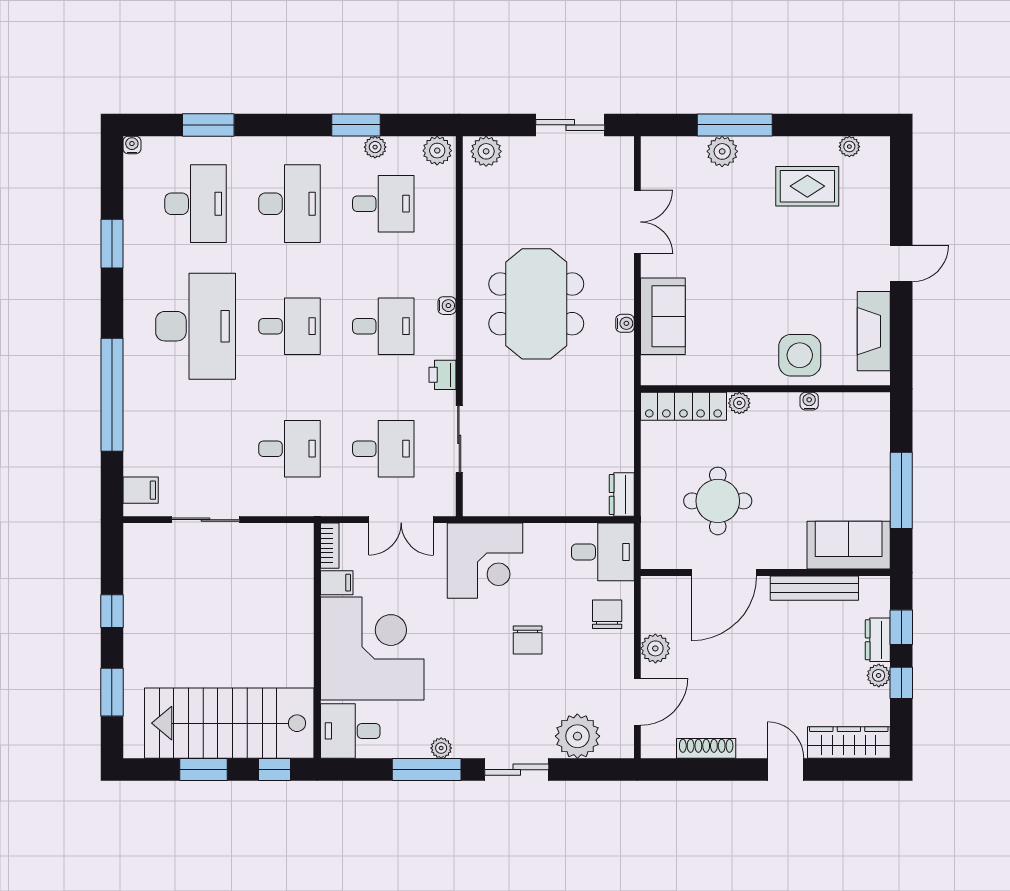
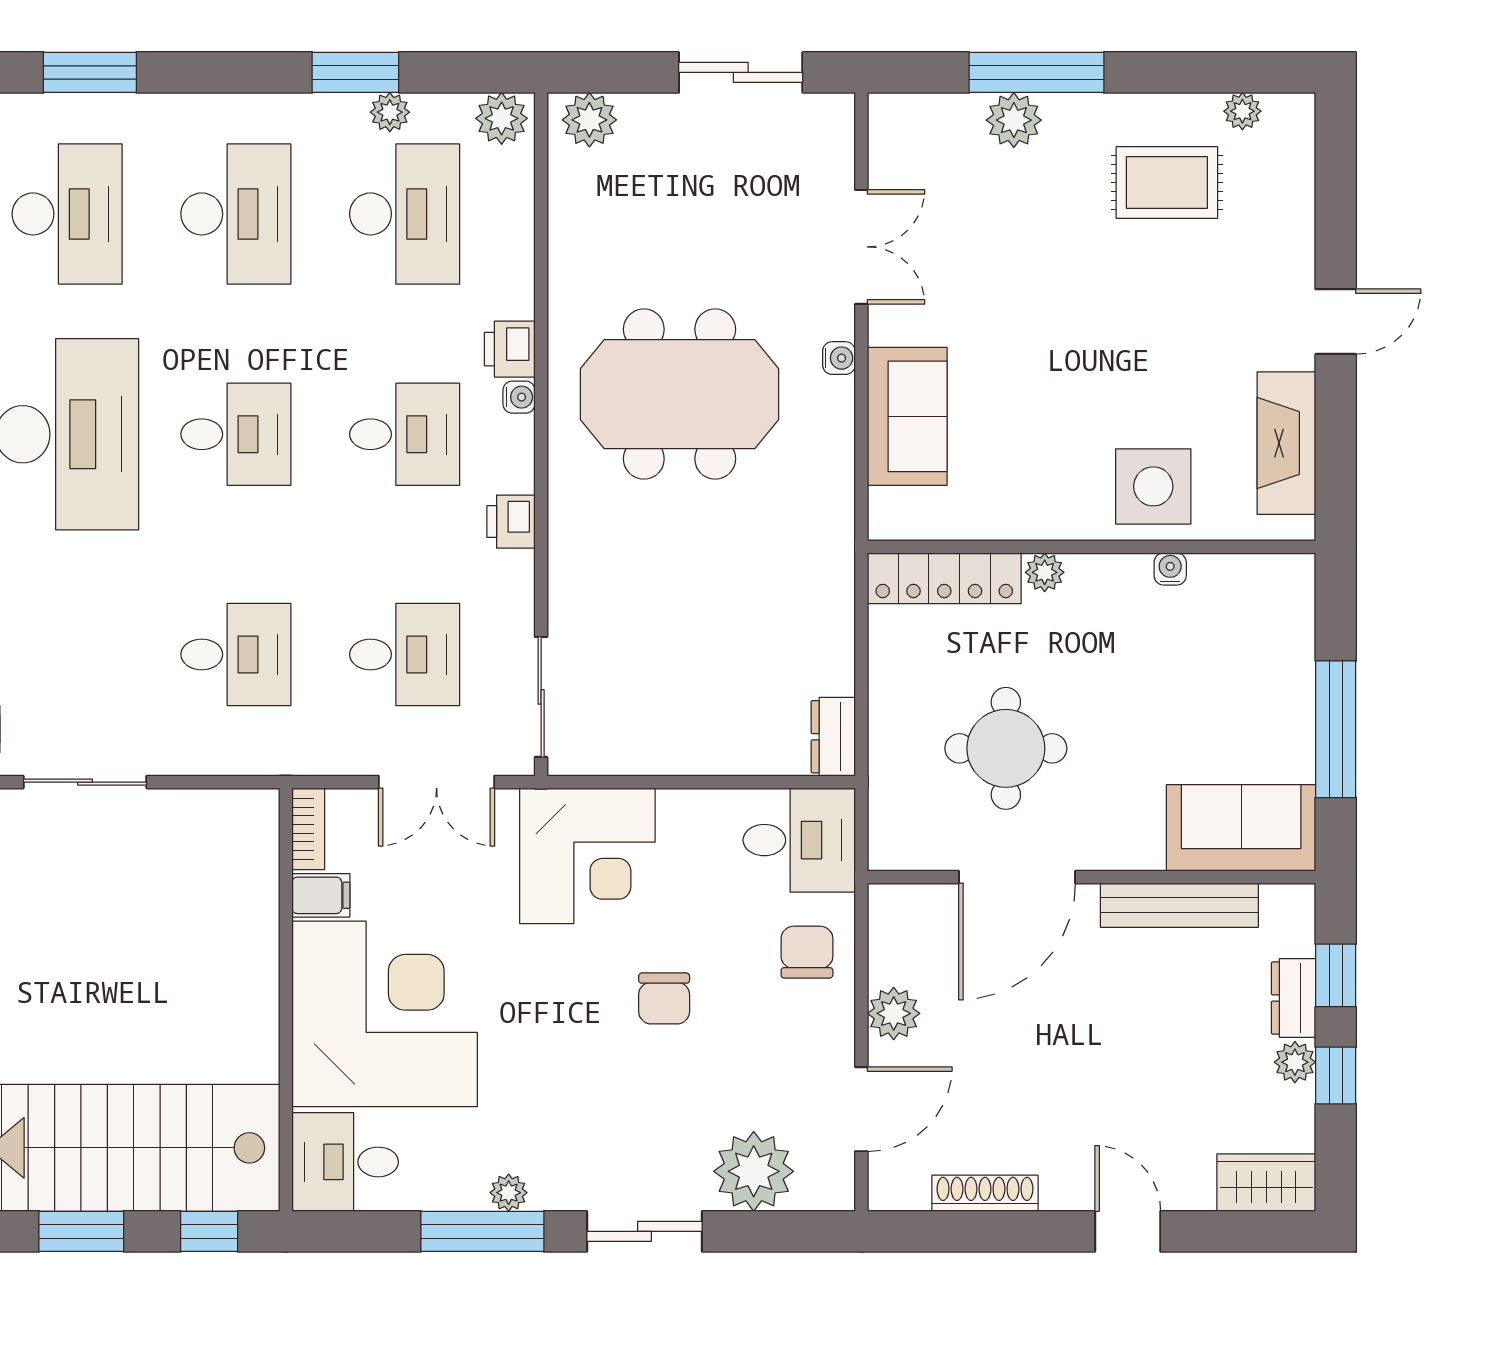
desk: (383, 204) -> (405, 214), width x1.37
printer: (442, 279) -> (510, 349), added
meeting table: (536, 304) -> (679, 394), turned 90
water cooler: (625, 323) -> (839, 358), moved
sliding door: (459, 439) -> (541, 697), moved
wardrobe: (849, 742) -> (1266, 1183), width x0.67

